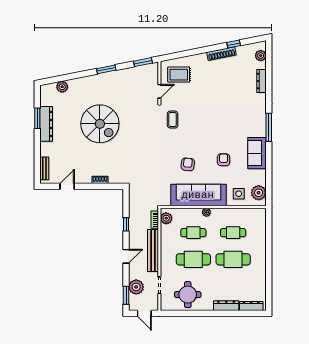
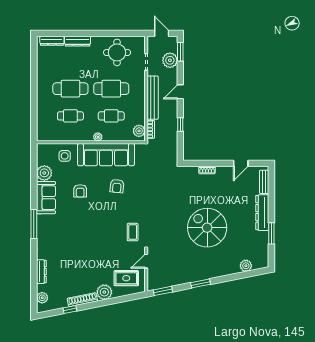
plant: (200, 61) -> (104, 292), added
dresser: (46, 124) -> (262, 213), moved
plant: (259, 193) -> (44, 173), moved

